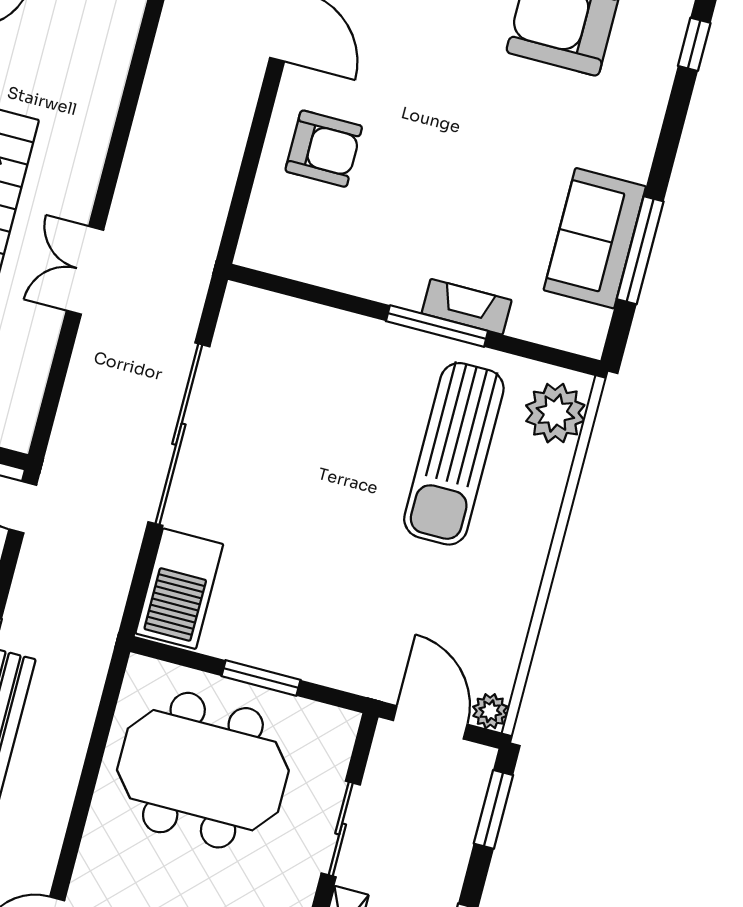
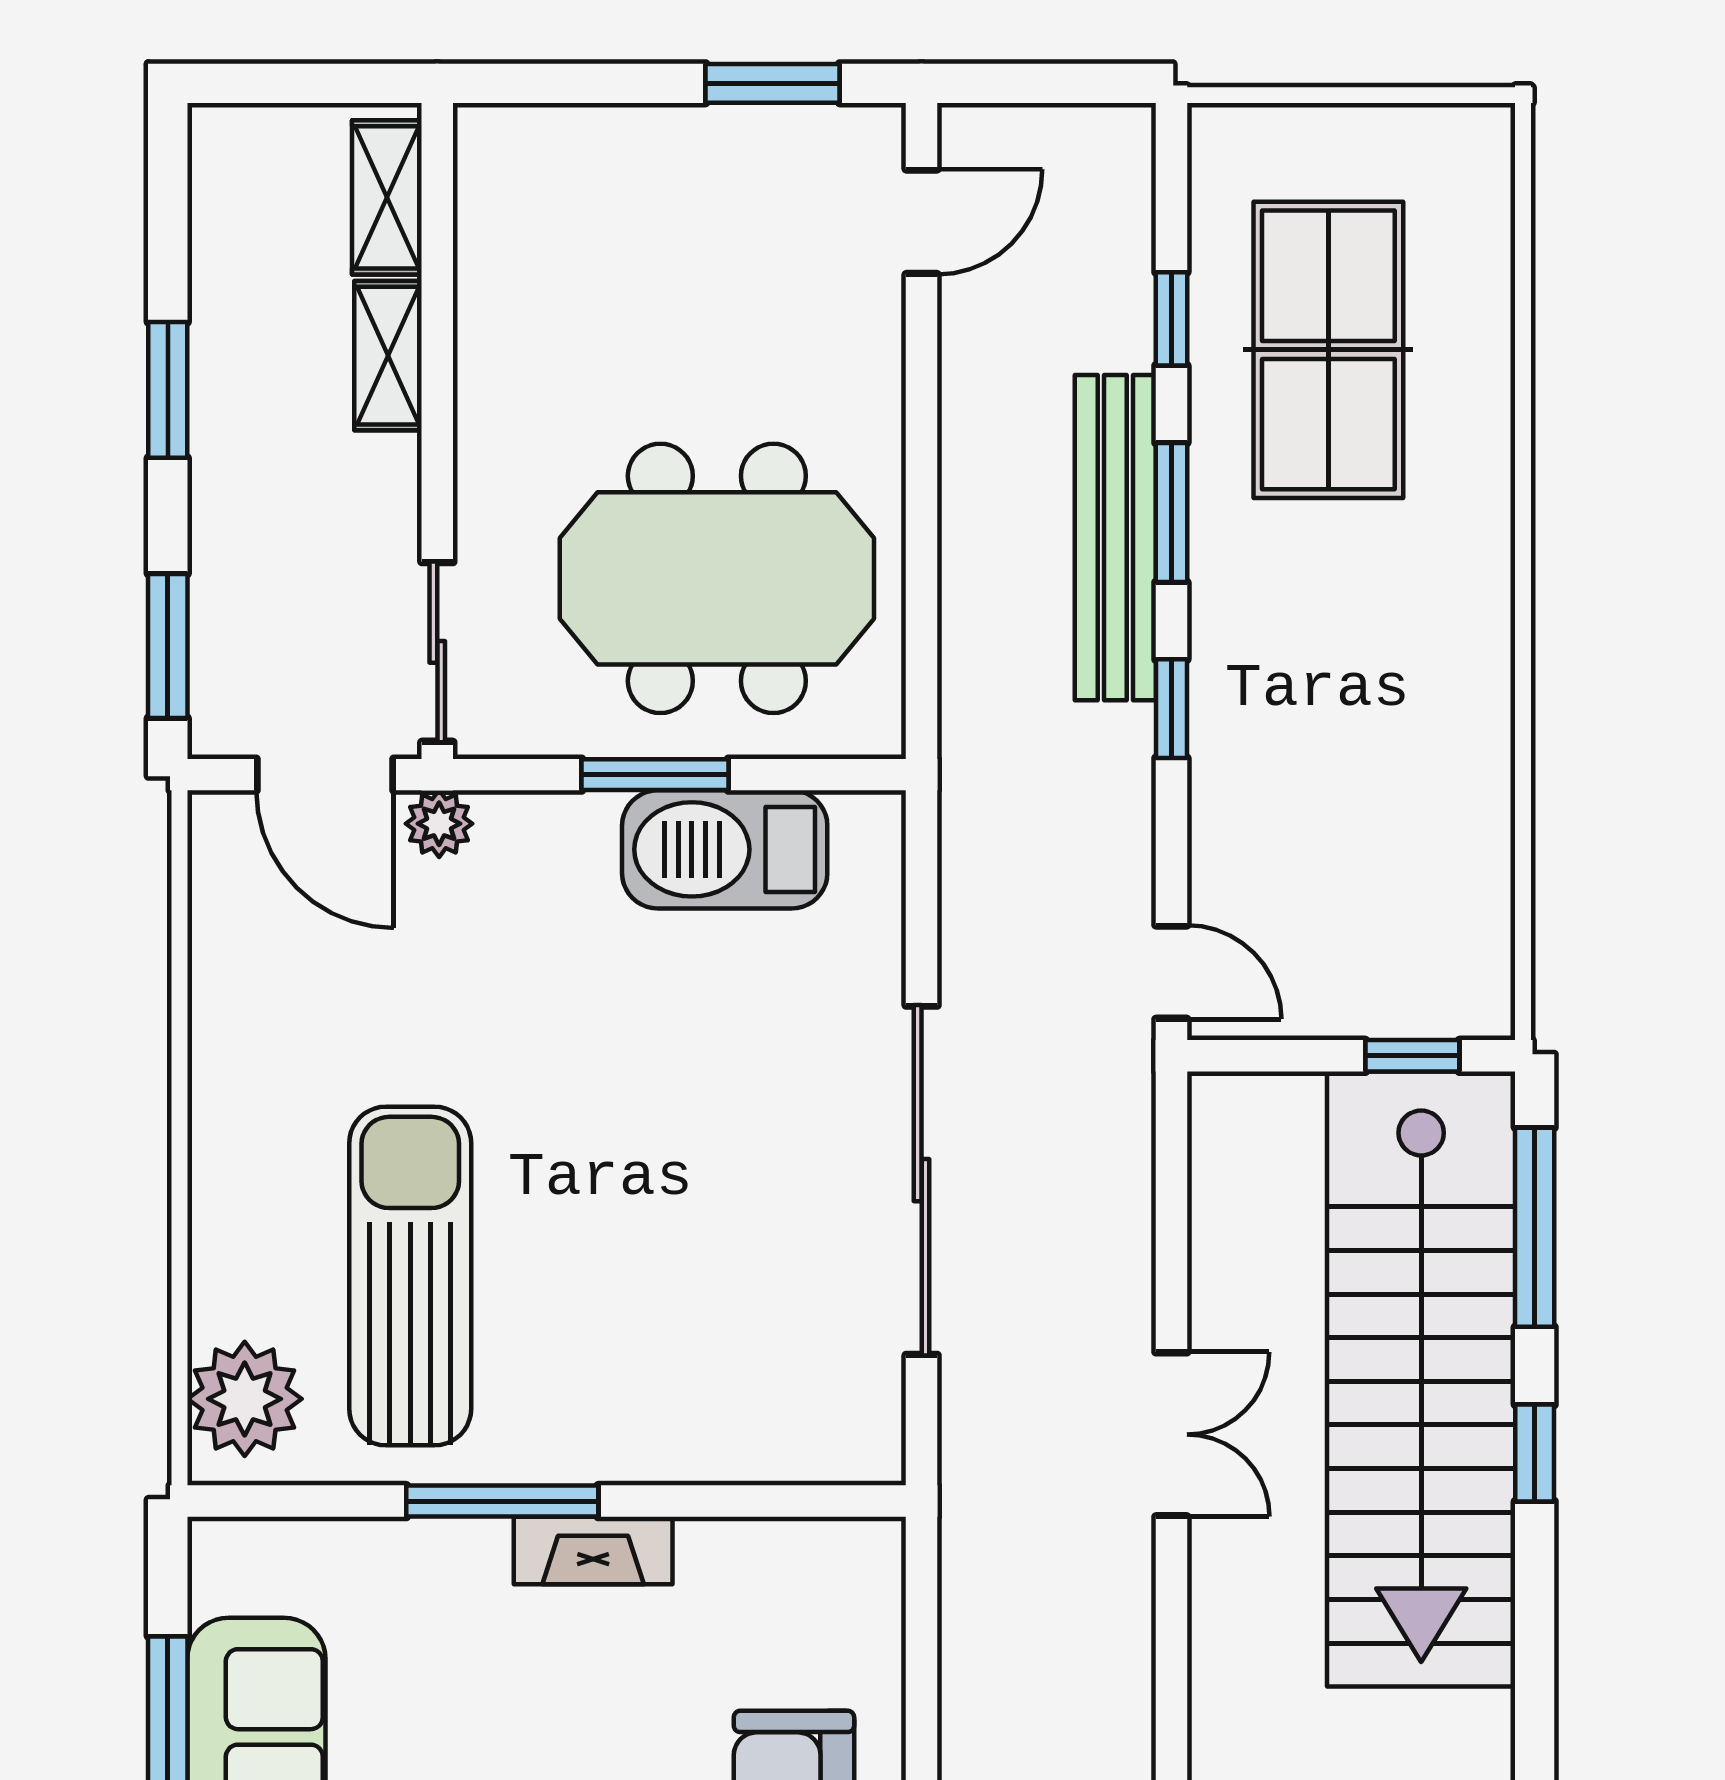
fireplace: (467, 307) -> (593, 1551), moved
barbecue: (179, 589) -> (725, 849), moved, turned -90
plant: (490, 711) -> (439, 824), moved
sliding door: (341, 829) -> (437, 652), moved

